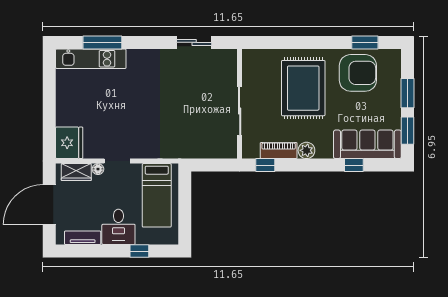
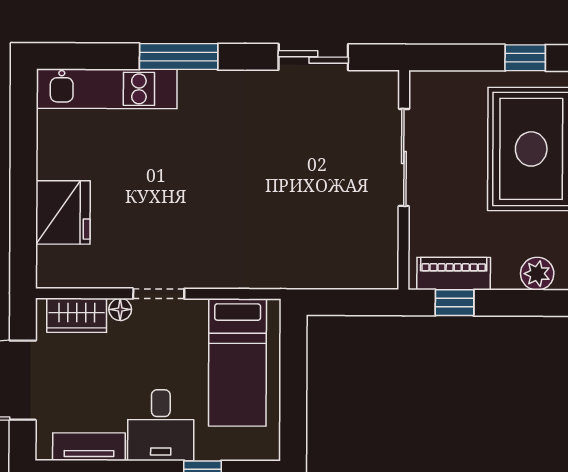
window: (102, 42) -> (179, 57), moved
window: (300, 42) -> (525, 58), added
sliding door: (240, 111) -> (404, 158), moved
fridge: (69, 143) -> (63, 212), moved
piano: (279, 150) -> (454, 274), moved

